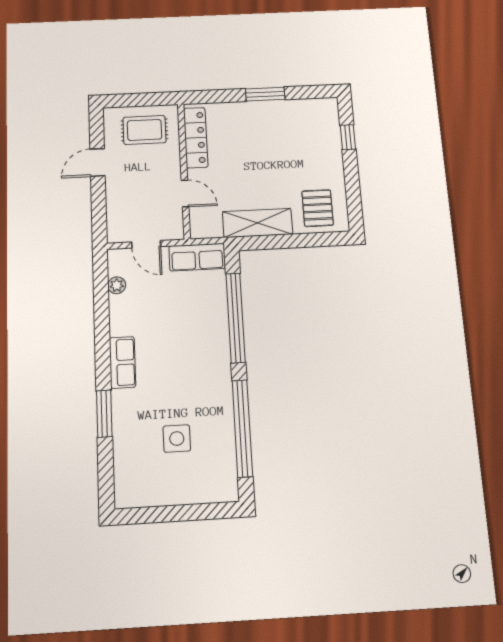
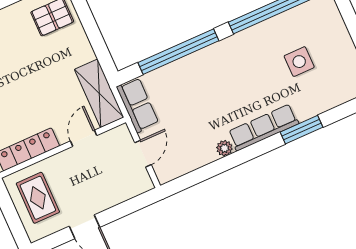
shelving: (258, 223) -> (99, 93), moved
plant: (117, 285) -> (224, 148), moved
row of seats: (122, 362) -> (263, 128), width x1.48

